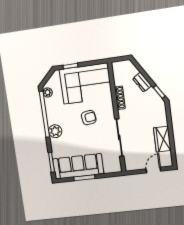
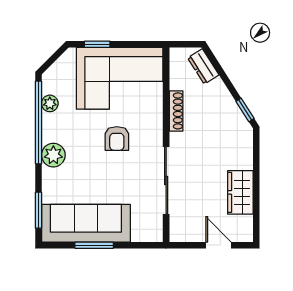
dresser: (142, 82) -> (203, 66), moved
plant: (48, 92) -> (50, 103), moved
armchair: (89, 118) -> (117, 138), turned 98
door: (153, 170) -> (219, 245), hinge flipped

